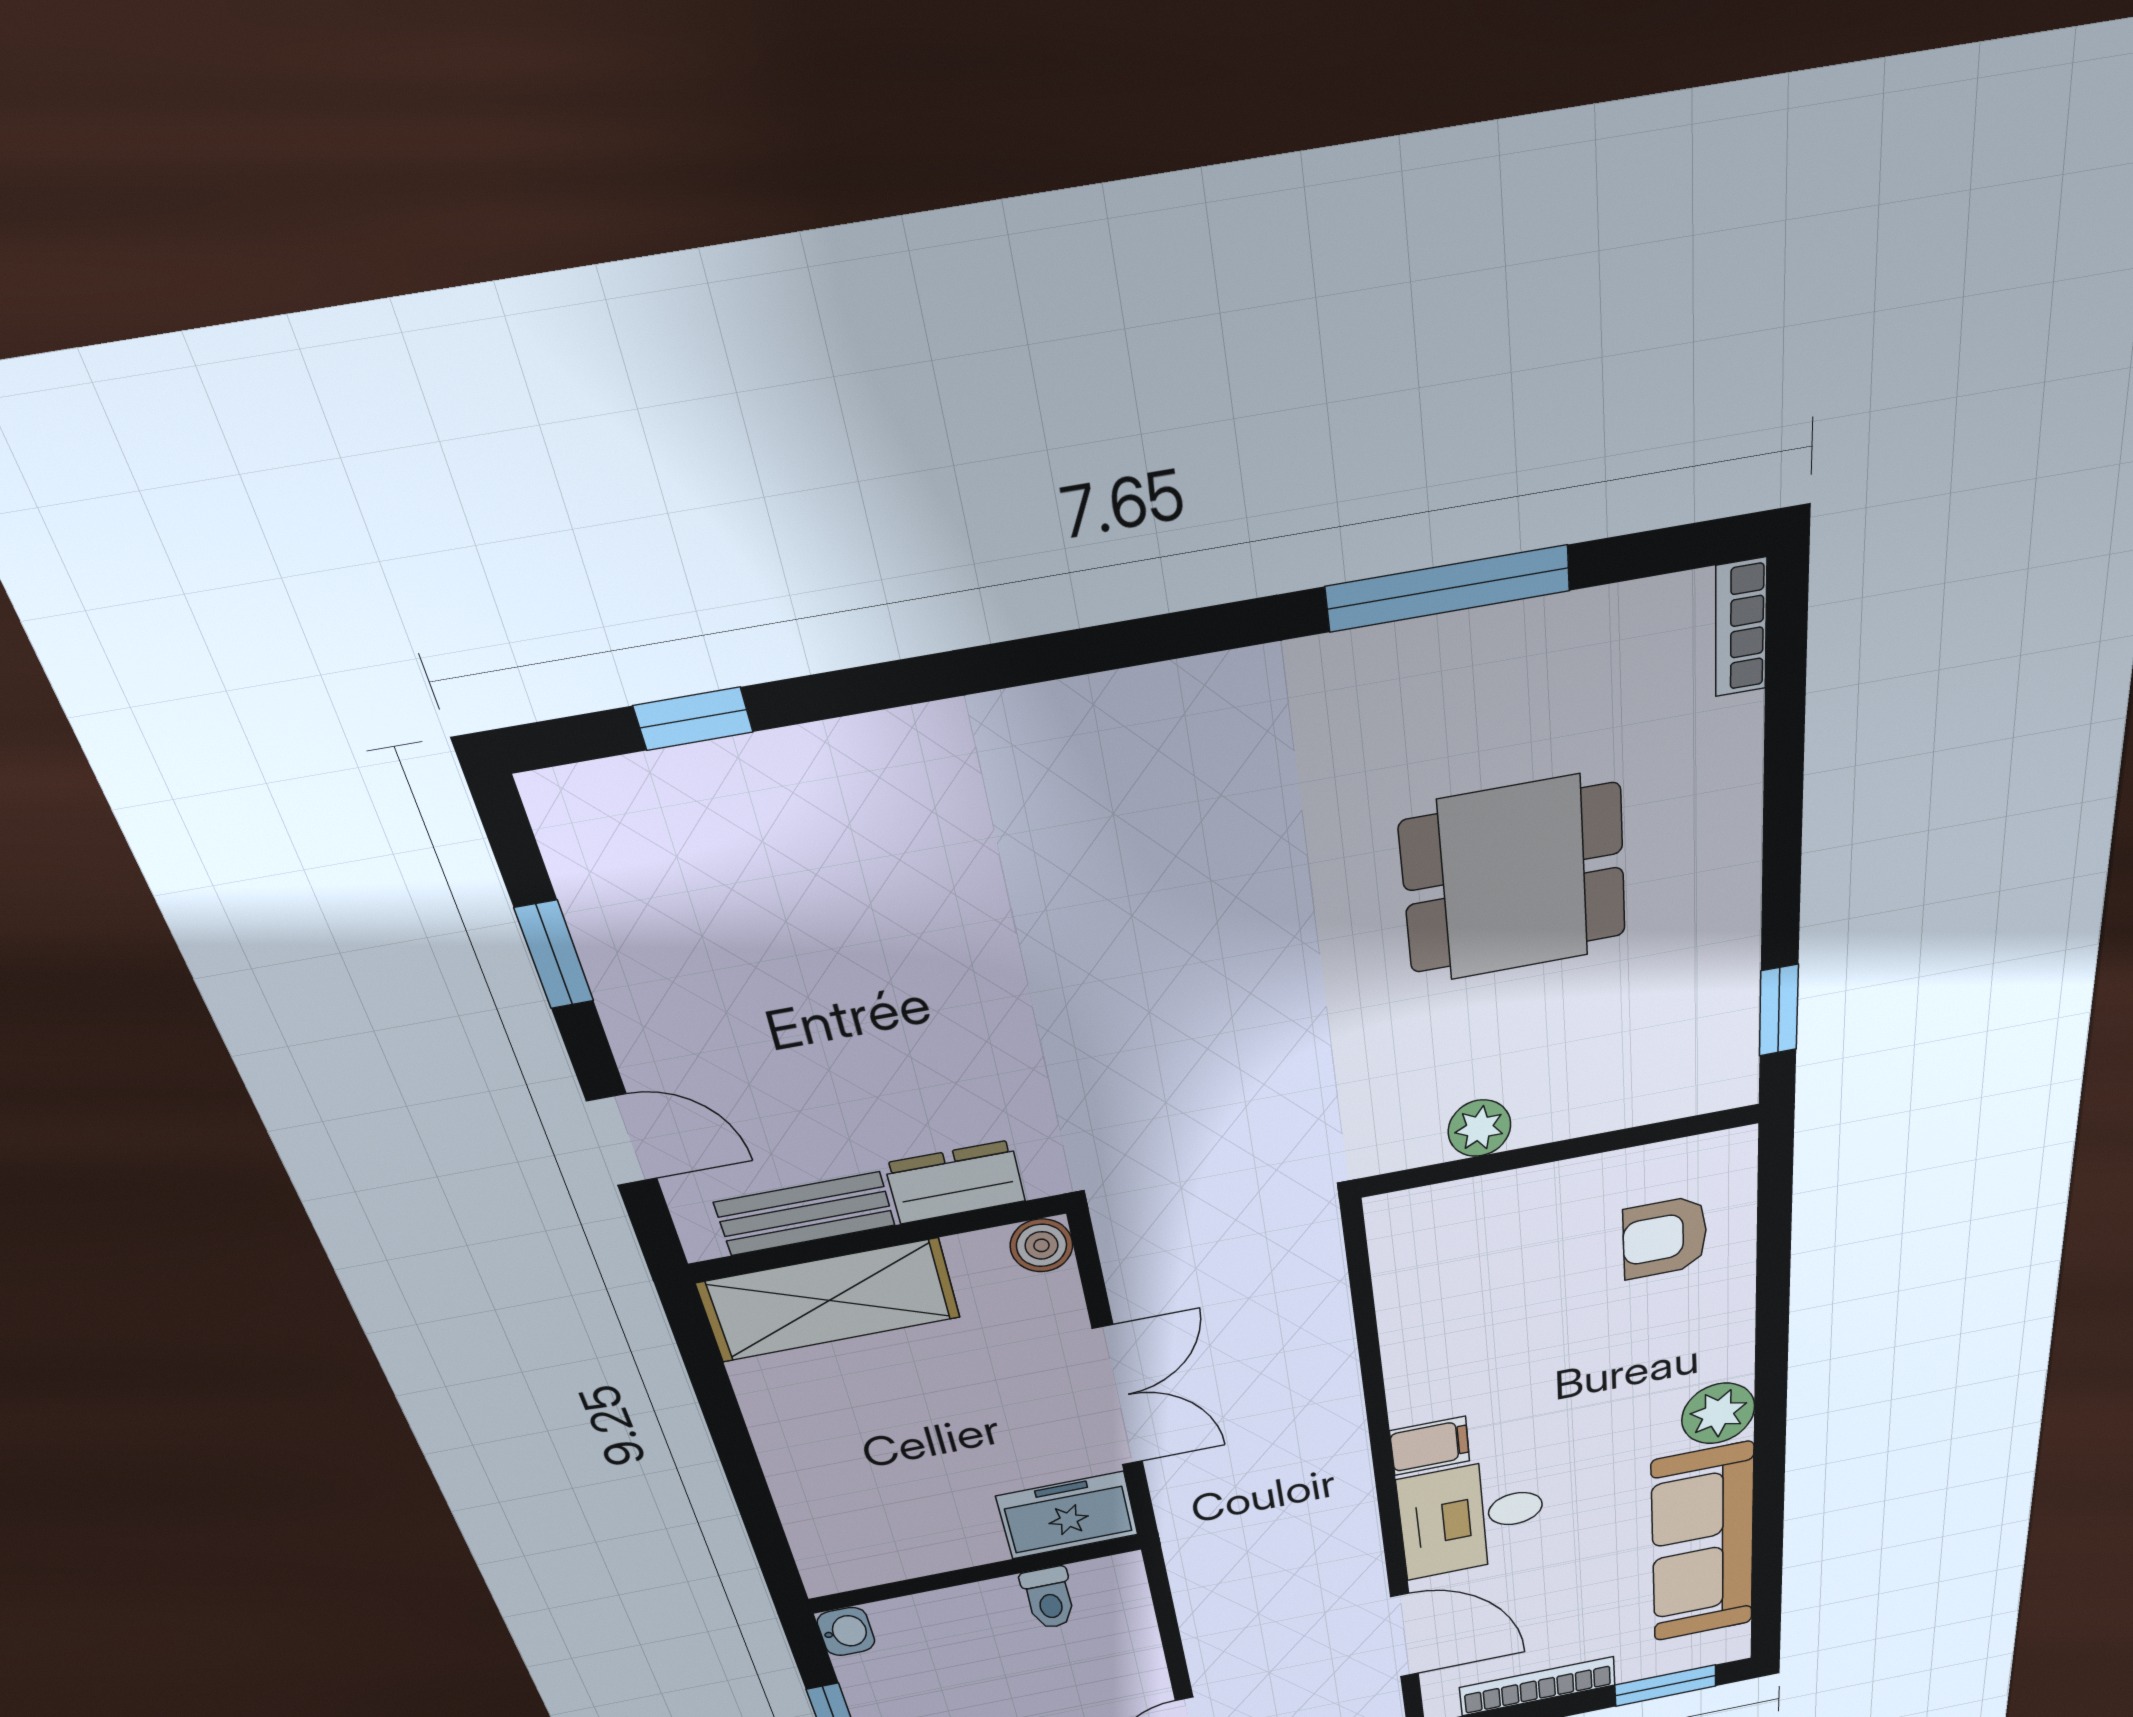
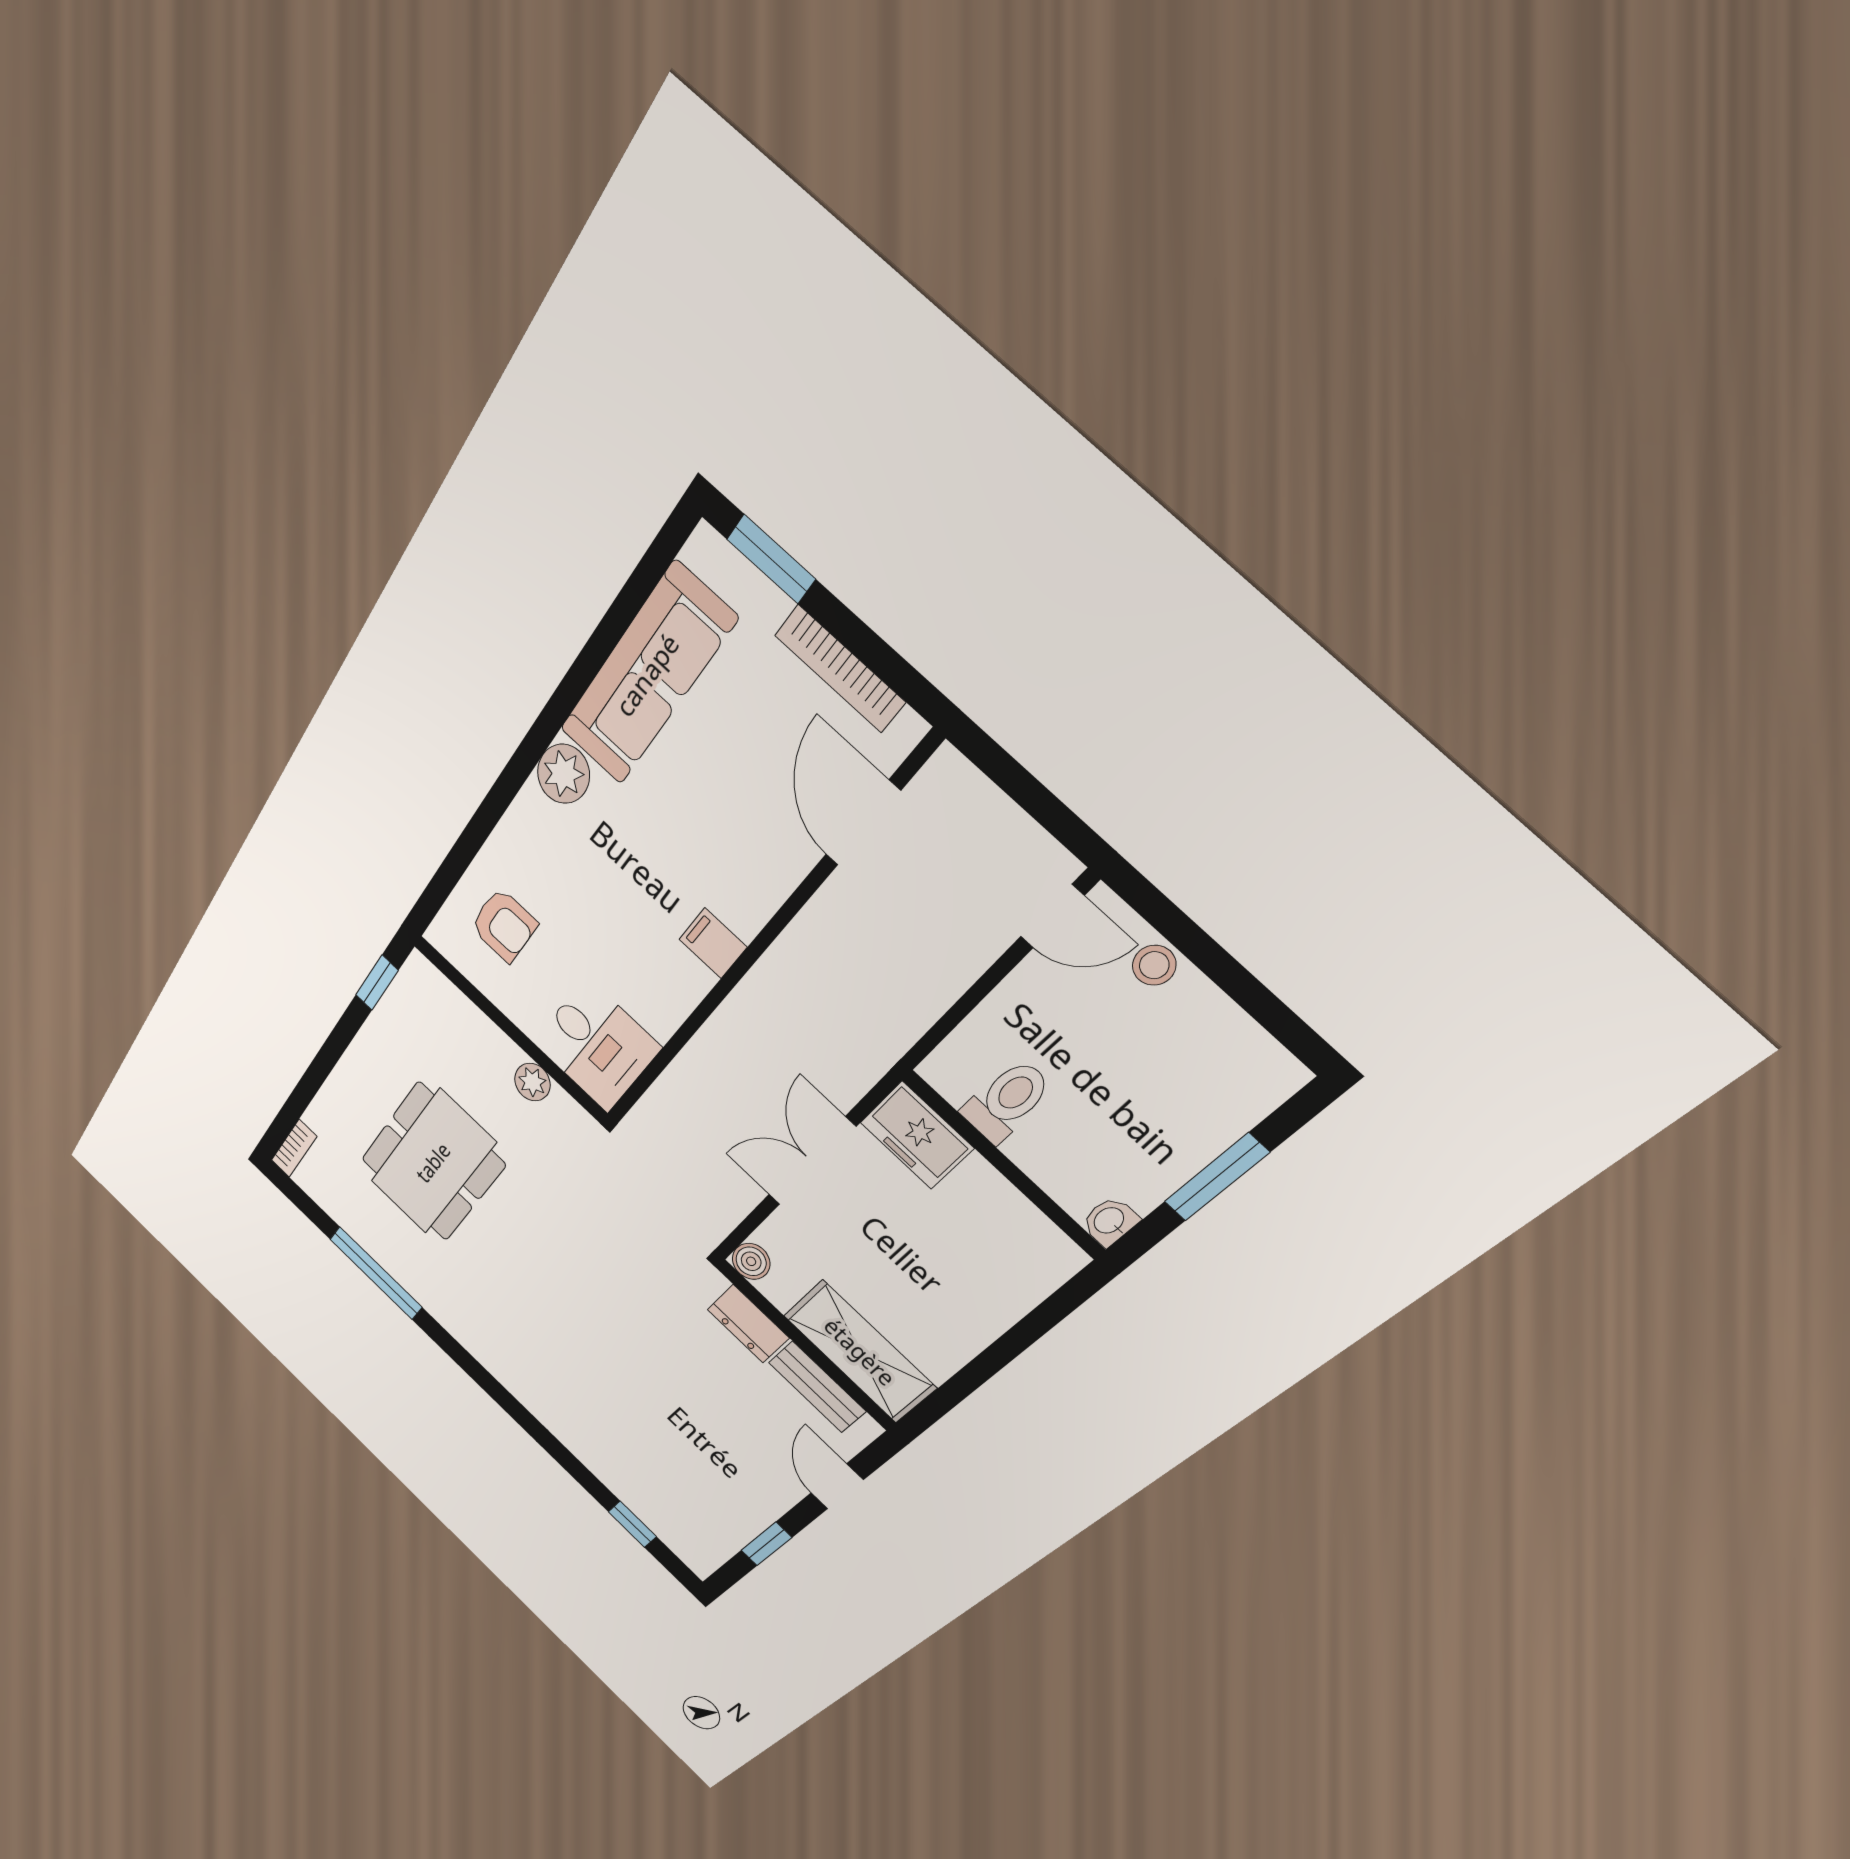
dining table: (1514, 879) -> (433, 1162), width x1.38
desk: (1472, 1517) -> (597, 1045), moved
toilet: (1049, 1598) -> (1007, 1101), width x1.37, depth x1.39

